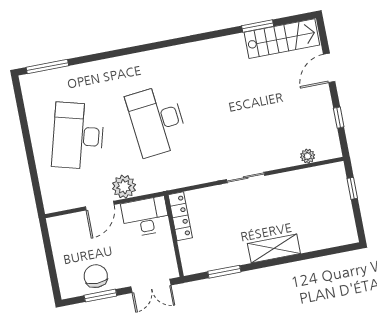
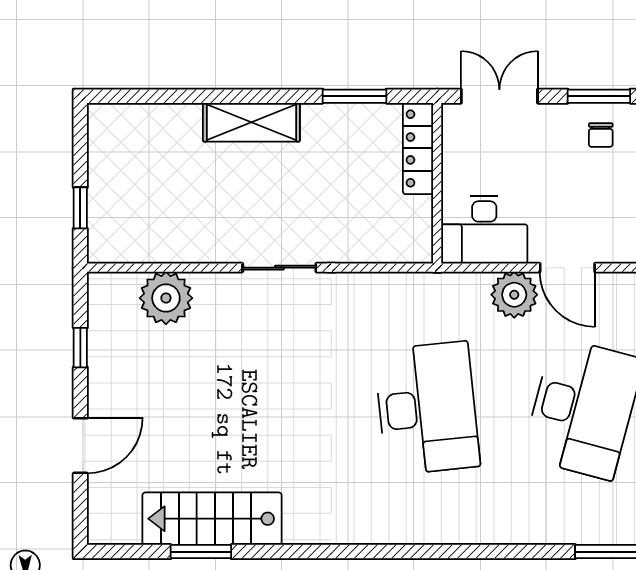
stairs: (282, 39) -> (212, 519), moved
plant: (308, 156) -> (166, 298), width x1.88, depth x1.88
door: (100, 206) -> (567, 268), swing flipped
locker: (180, 216) -> (418, 148), moved
chair: (96, 276) -> (601, 135), width x0.54, depth x0.54

